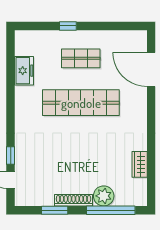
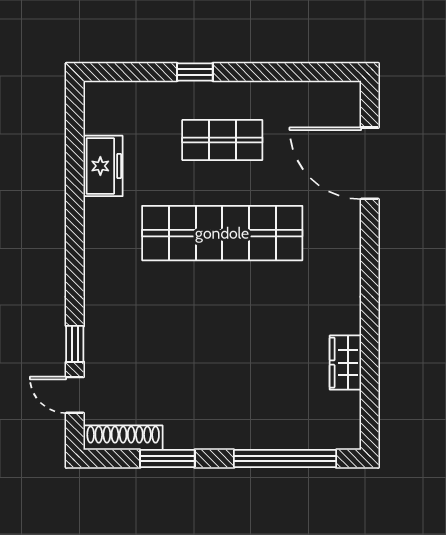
plant: (104, 196) -> (270, 429), removed
shoe rack: (74, 200) -> (123, 438), moved

